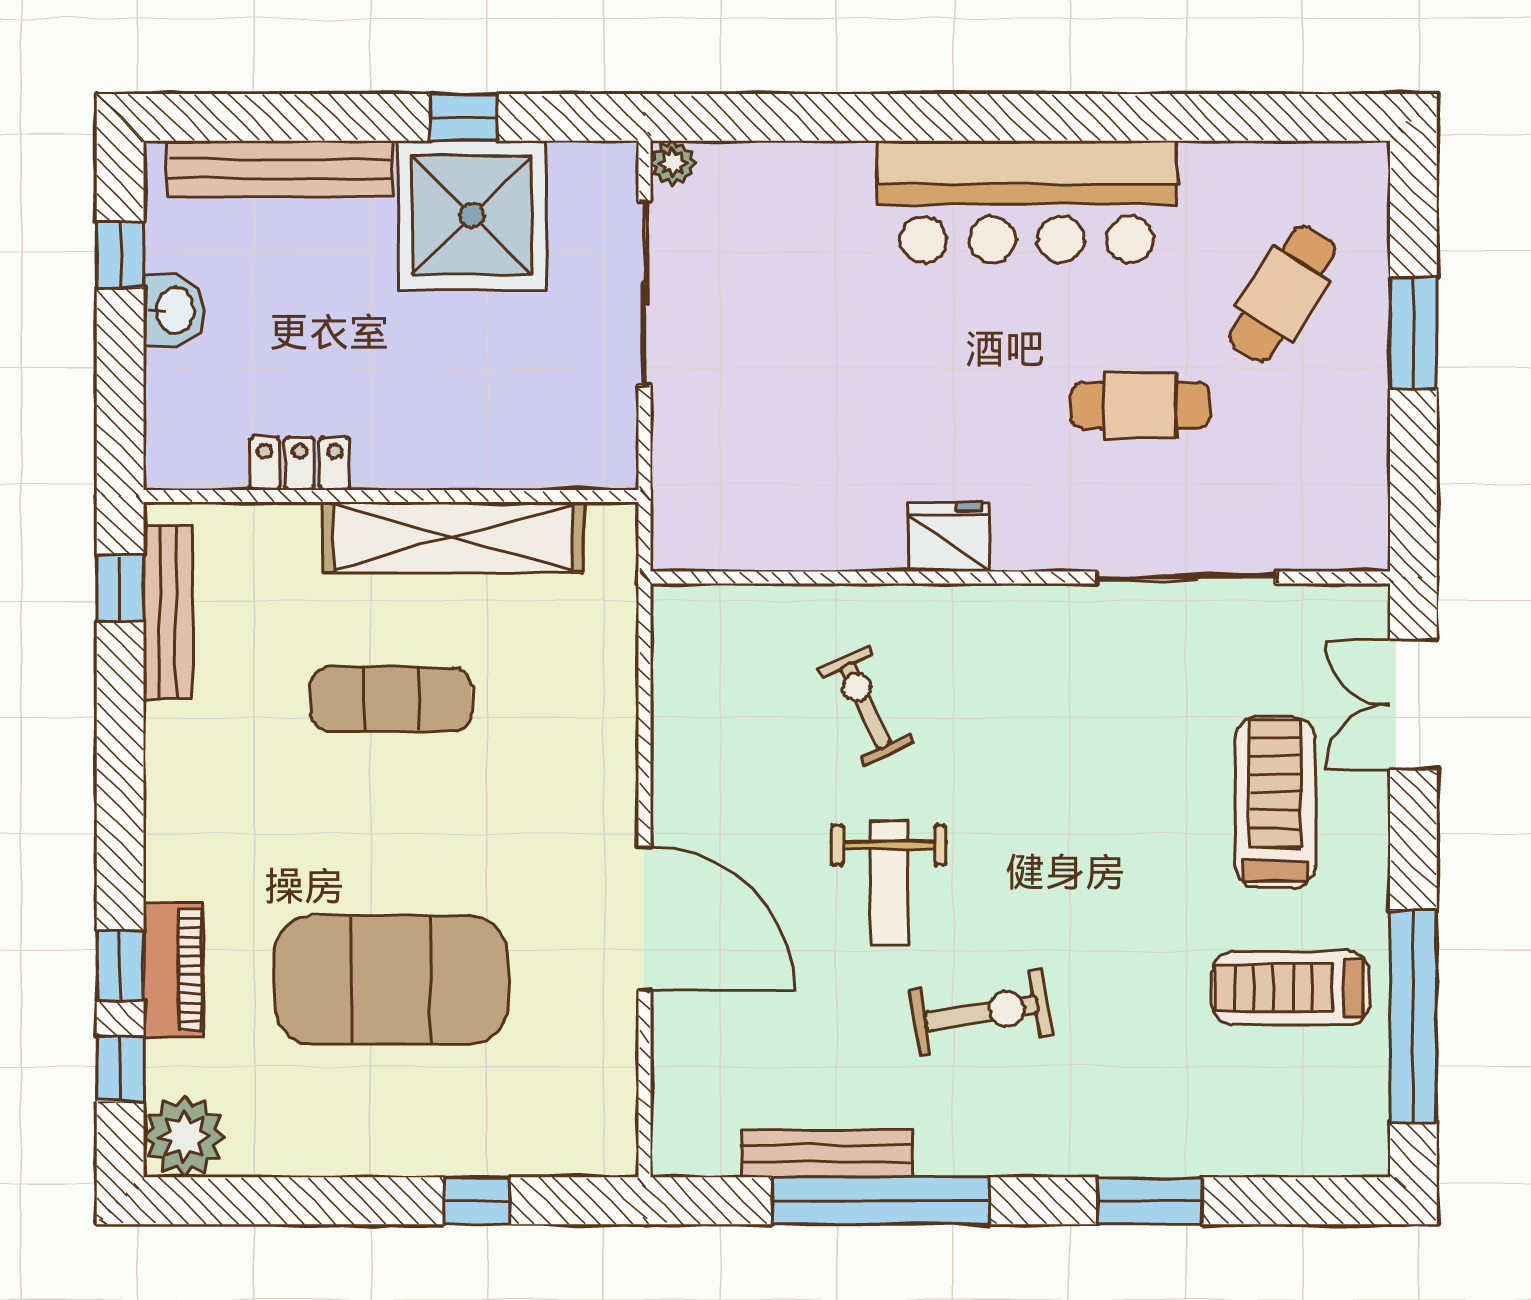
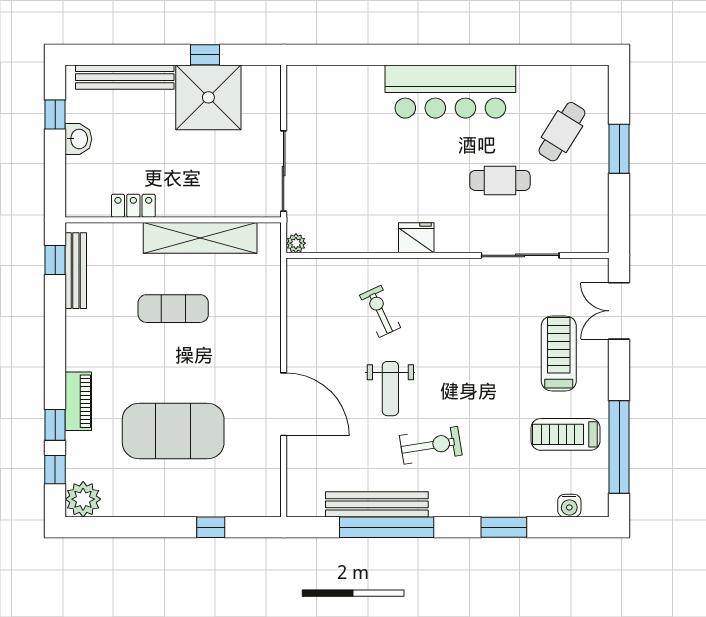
plant: (672, 163) -> (296, 243), moved
sliding door: (644, 293) -> (284, 171), moved
piano: (174, 970) -> (78, 401), moved
water cooler: (1299, 1151) -> (569, 506), added
bench: (827, 1153) -> (377, 504), width x1.37, depth x1.21

